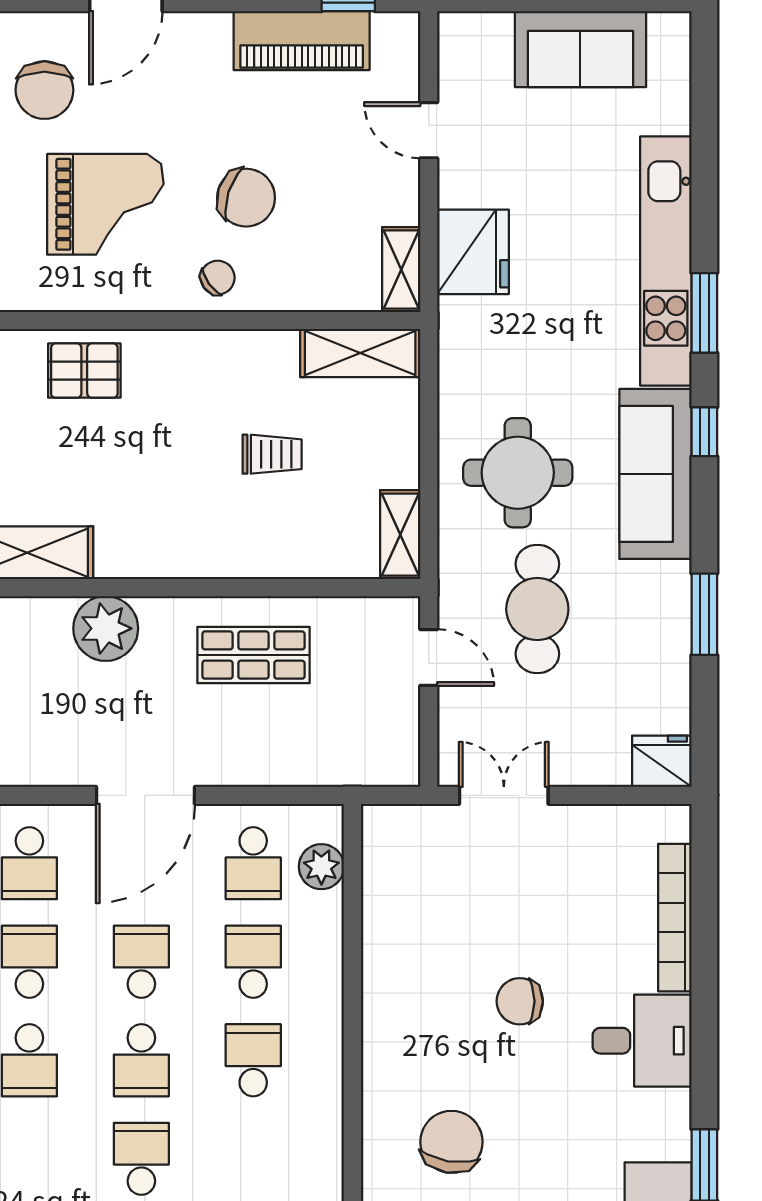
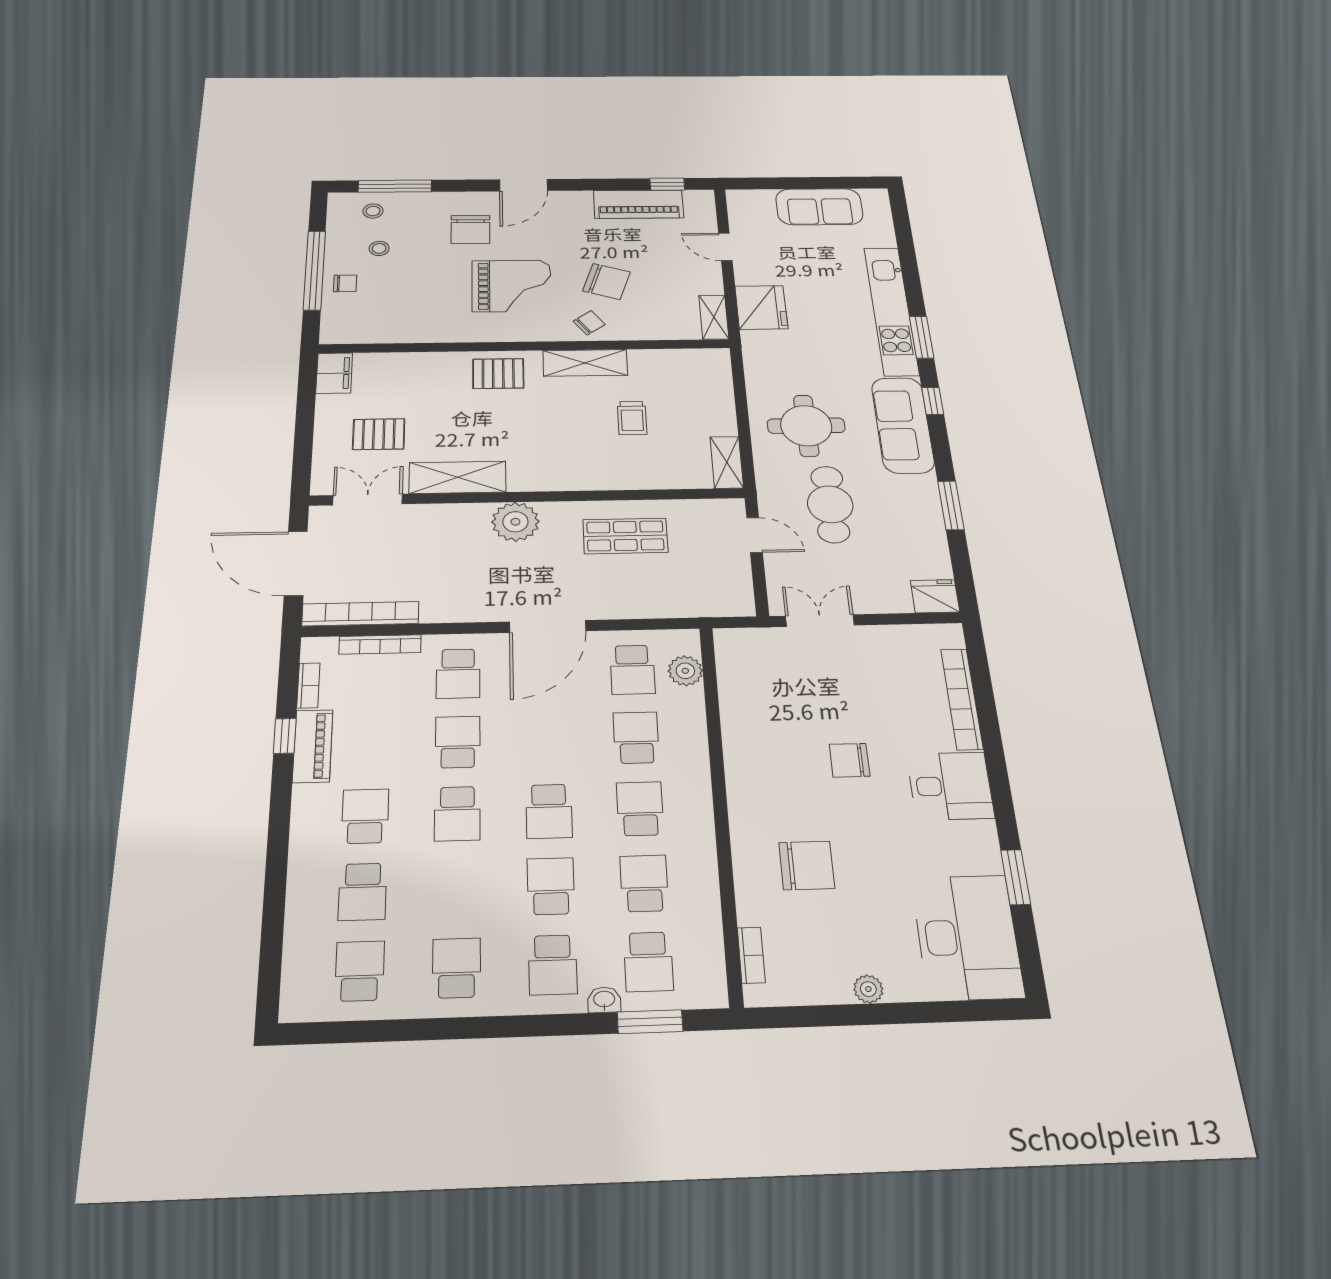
shelving: (360, 353) -> (585, 363), moved
trolley: (272, 454) -> (632, 418), turned 90
school desk: (141, 962) -> (644, 883), moved
chair: (451, 1142) -> (807, 865), turned 81

